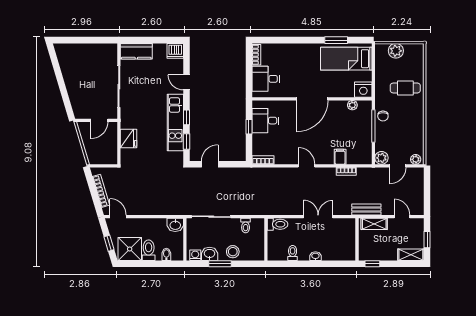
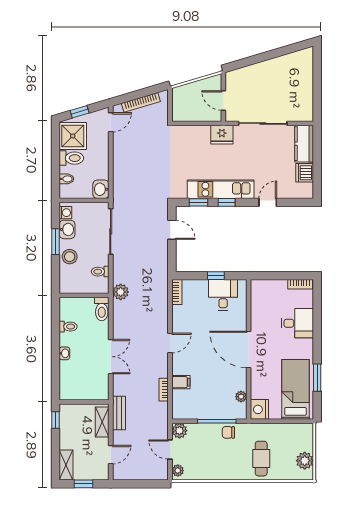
dishwasher: (175, 51) -> (305, 173), moved
plant: (396, 51) -> (305, 461), moved
desk: (266, 79) -> (298, 323), moved, turned 90
fridge: (129, 138) -> (222, 135), moved
plant: (263, 208) -> (121, 292), added

